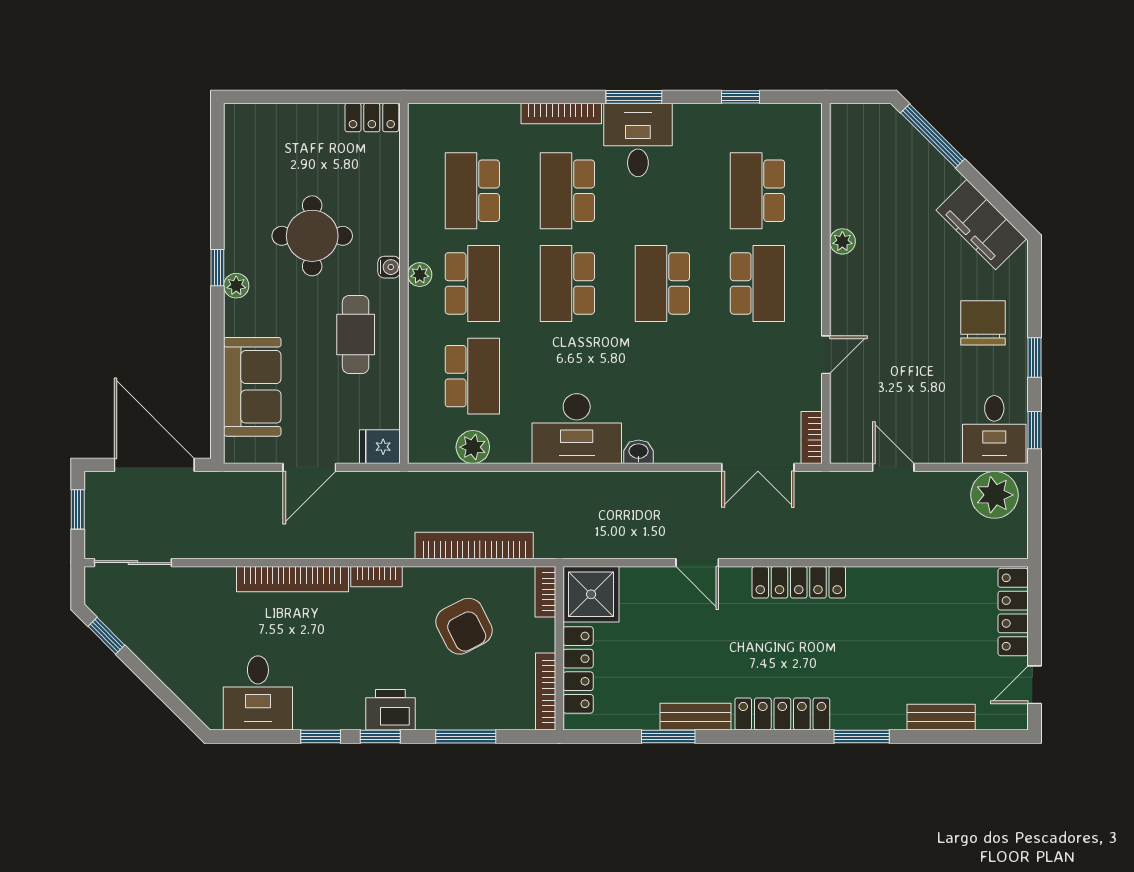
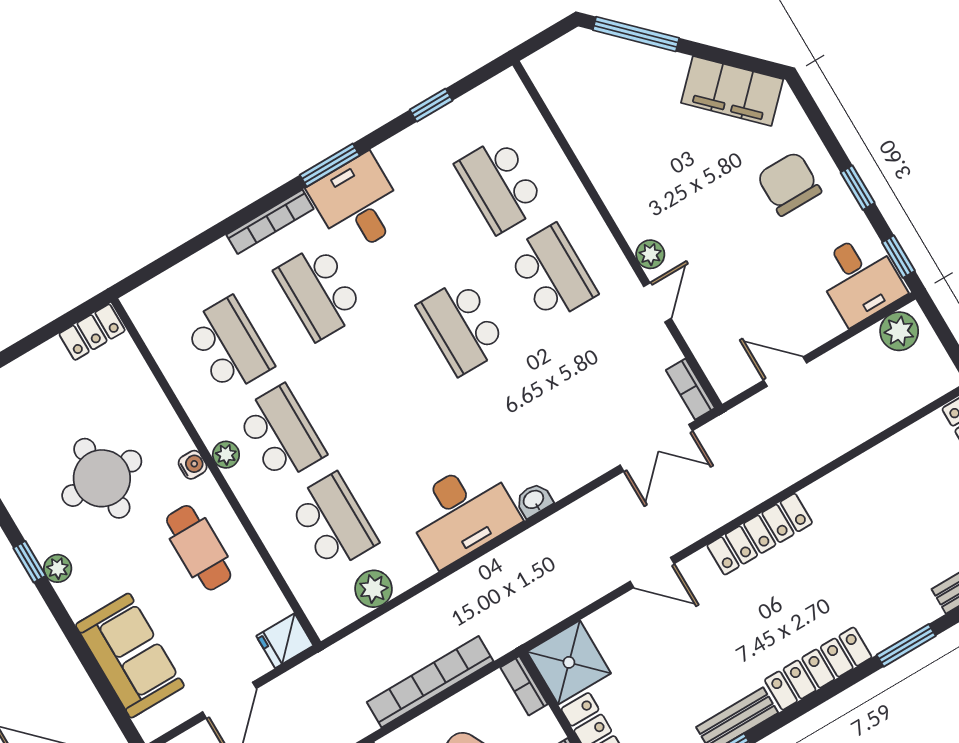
school desk: (472, 191) -> (229, 345), turned 180
plant: (842, 241) -> (650, 254), moved
school desk: (567, 283) -> (371, 380), removed
plant: (994, 495) -> (899, 331), width x0.73, depth x0.73

